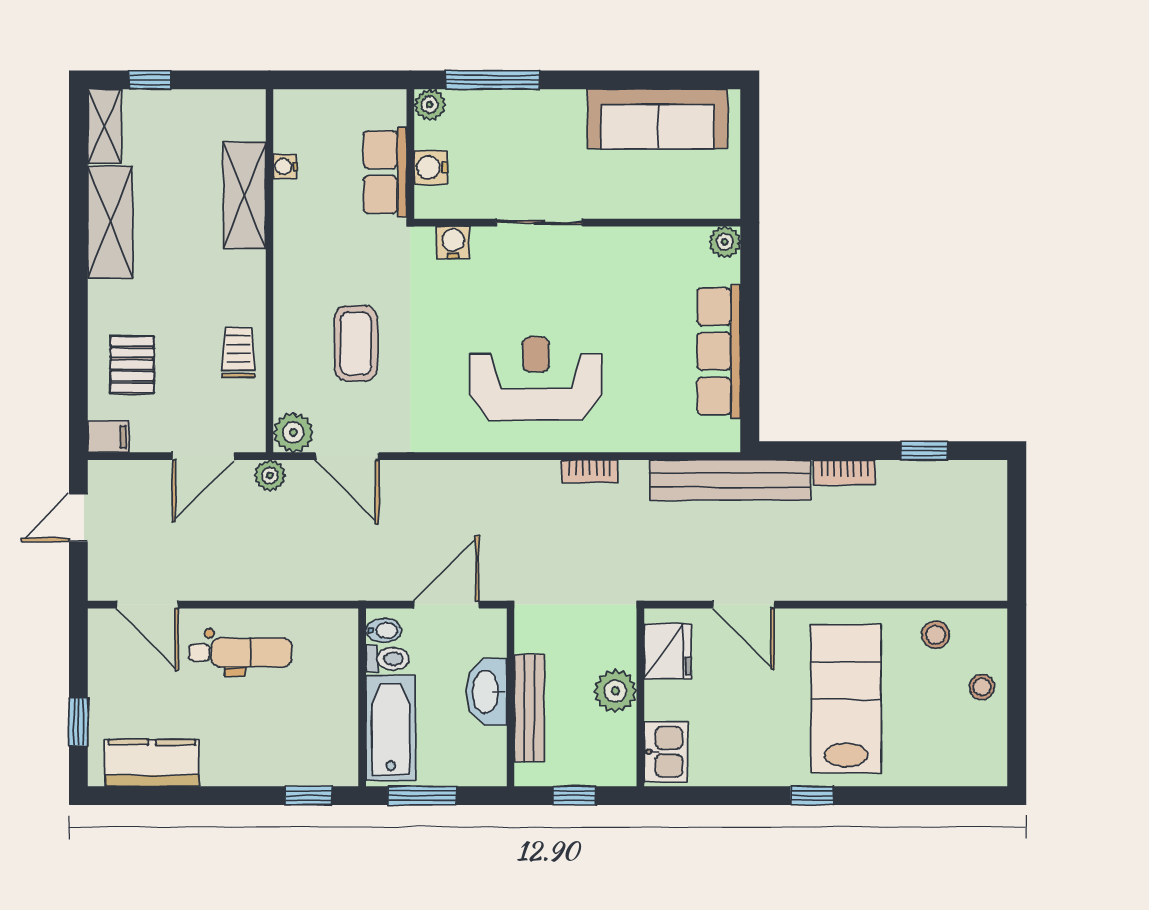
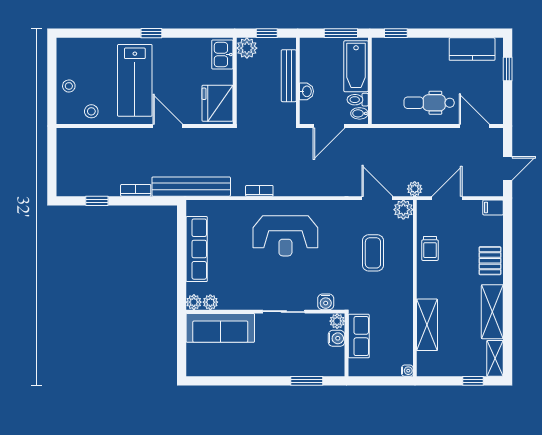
window: (492, 80) -> (307, 381), width x0.69
plant: (430, 105) -> (337, 321), moved
sofa: (658, 119) -> (220, 328), moved, turned 180
water cooler: (285, 166) -> (407, 371), moved
plant: (691, 242) -> (210, 302), added
pallet: (132, 365) -> (490, 261), moved
door: (743, 605) -> (168, 126), moved
fridge: (668, 651) -> (218, 103), width x1.36, depth x1.34
plant: (615, 691) -> (247, 48), moved
washbasin: (486, 692) -> (306, 91), width x0.52, depth x0.69

